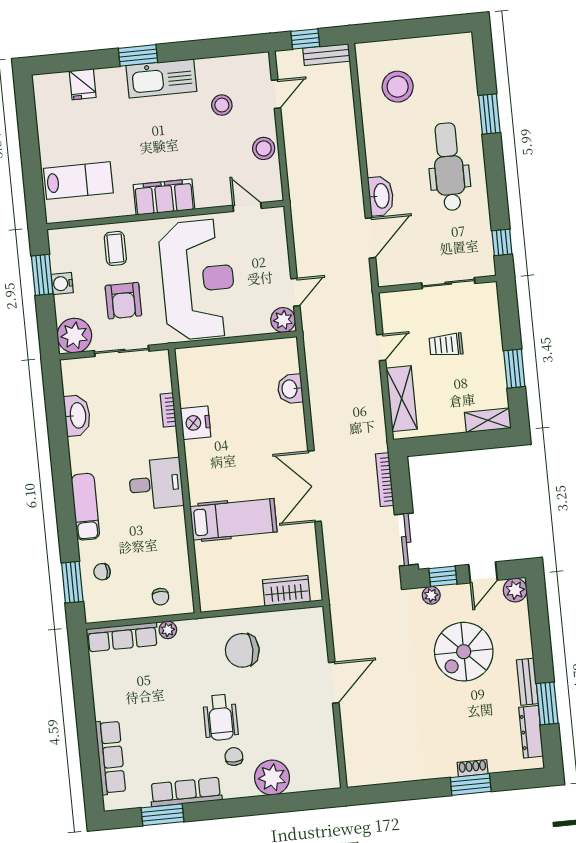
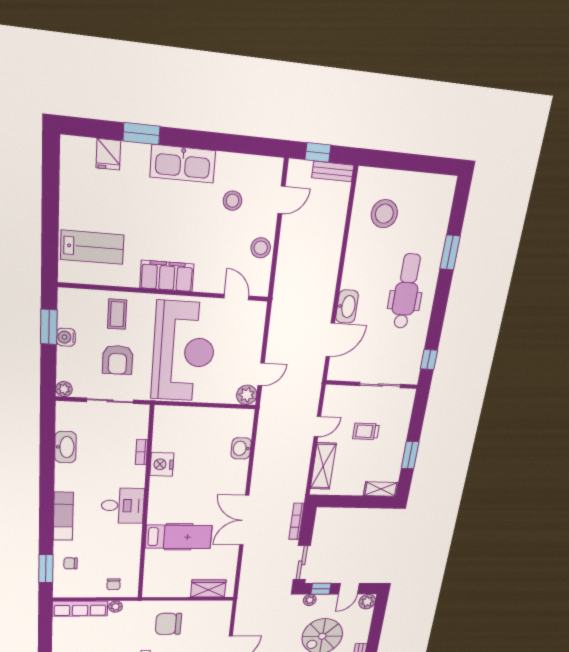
window: (138, 55) -> (141, 134), moved
plant: (74, 335) -> (64, 389), width x0.53, depth x0.53

